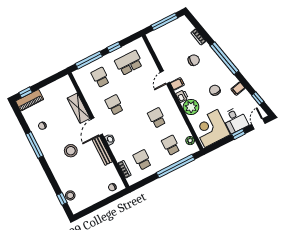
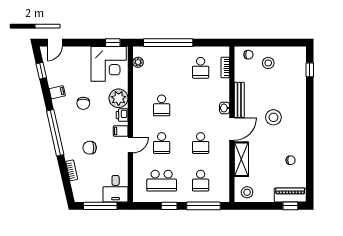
stool: (62, 86) -> (247, 192), added
desk: (235, 120) -> (116, 189), moved, turned 180
window: (238, 134) -> (113, 43), moved
window: (34, 145) -> (310, 144), removed
school desk: (171, 145) -> (162, 143), moved
stool: (70, 195) -> (268, 63), moved

